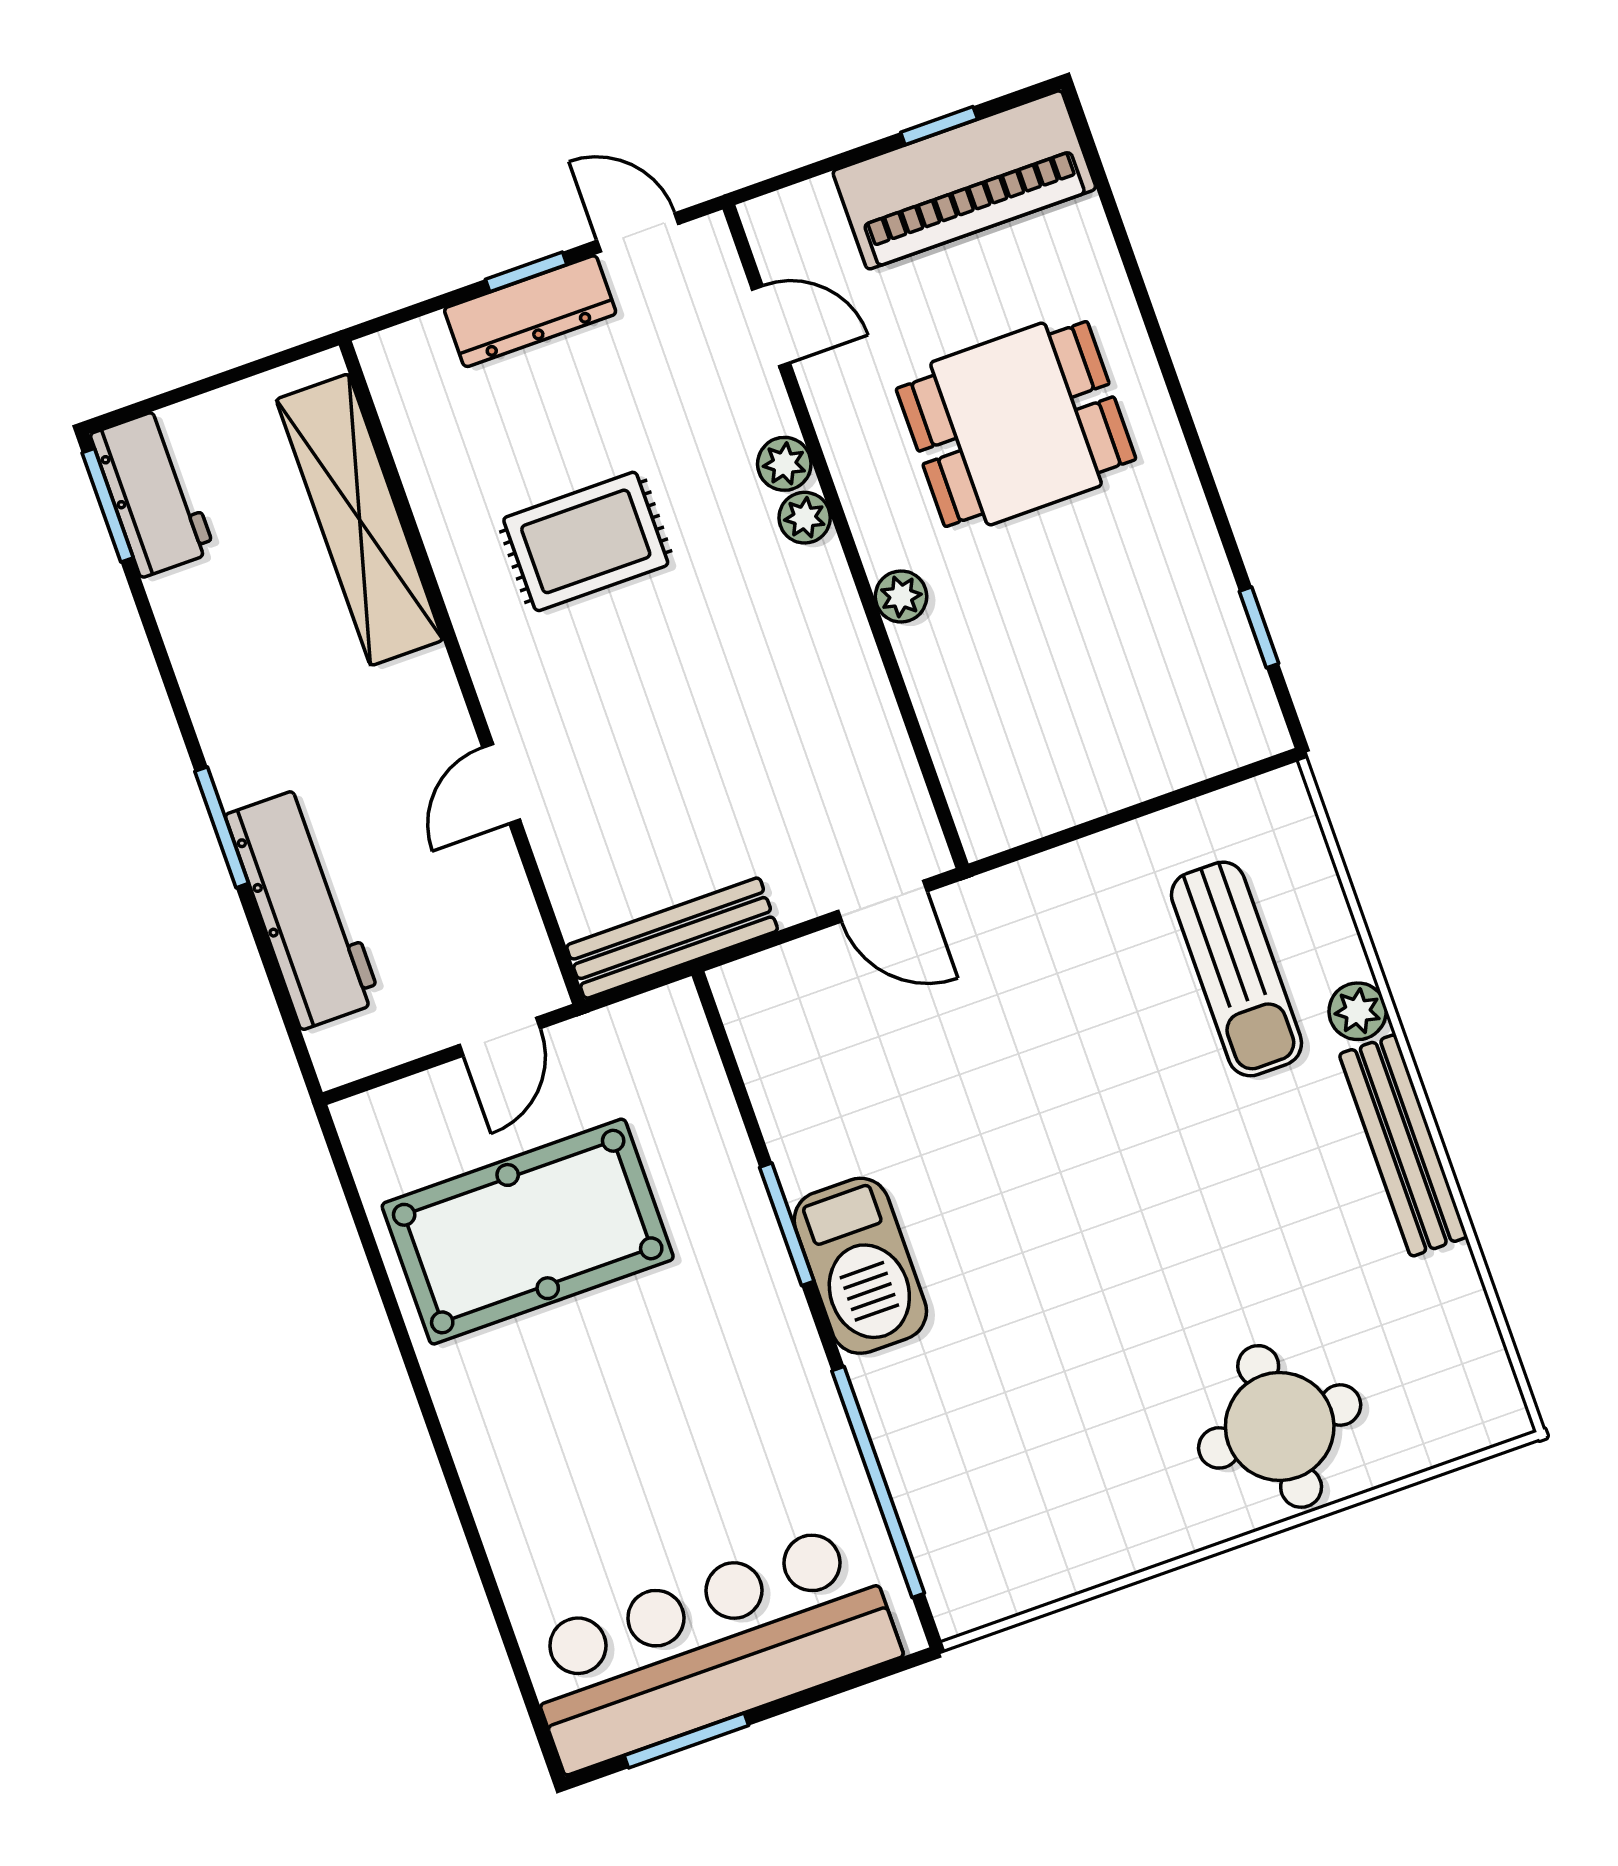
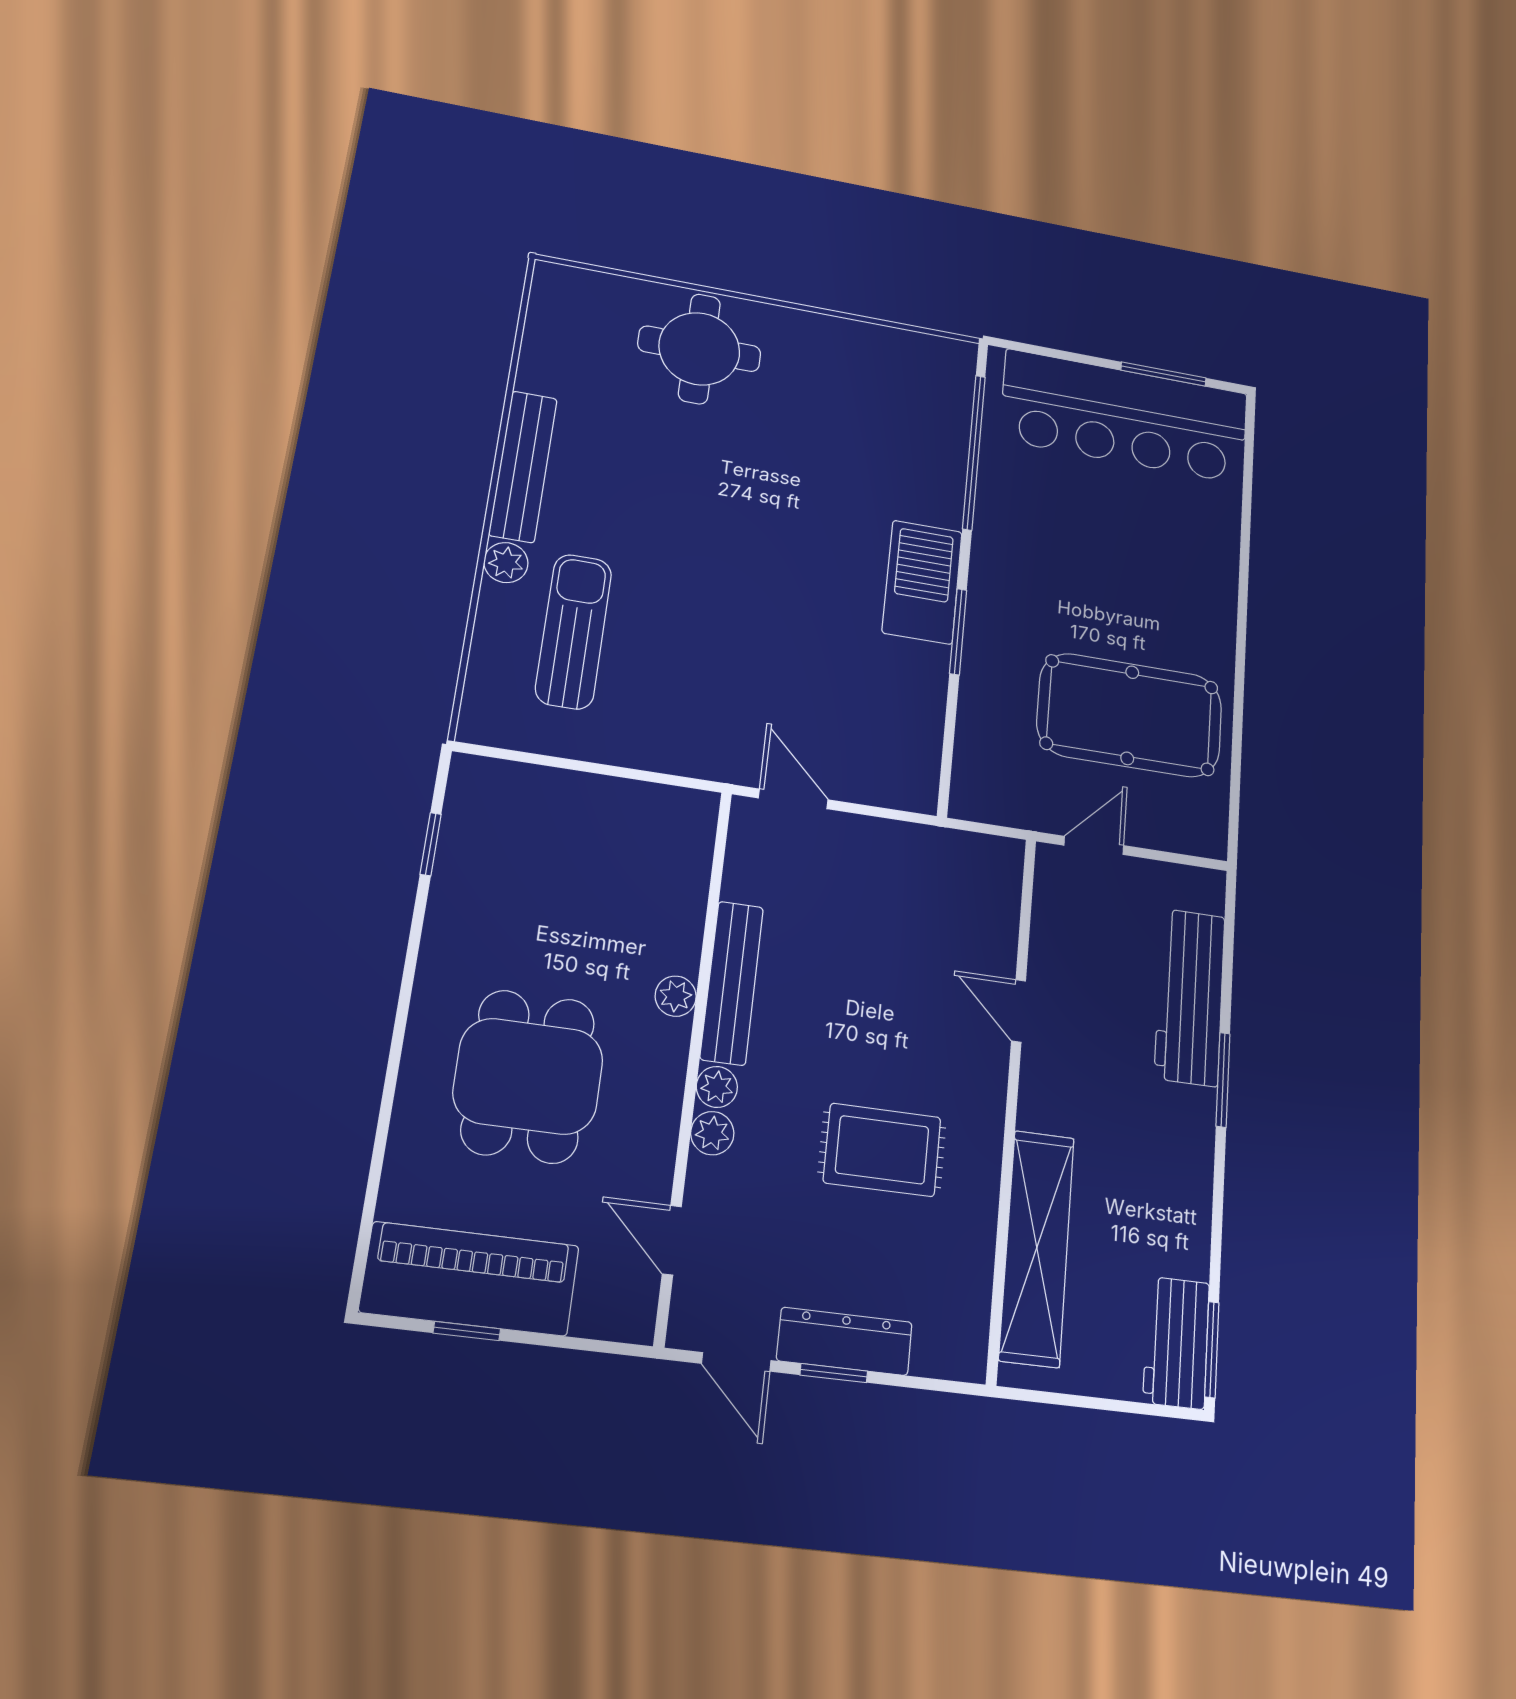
dining table: (1016, 424) -> (528, 1076), turned 90
door: (501, 784) -> (1018, 1011), swing flipped
bench: (672, 938) -> (732, 983), moved, turned 90

